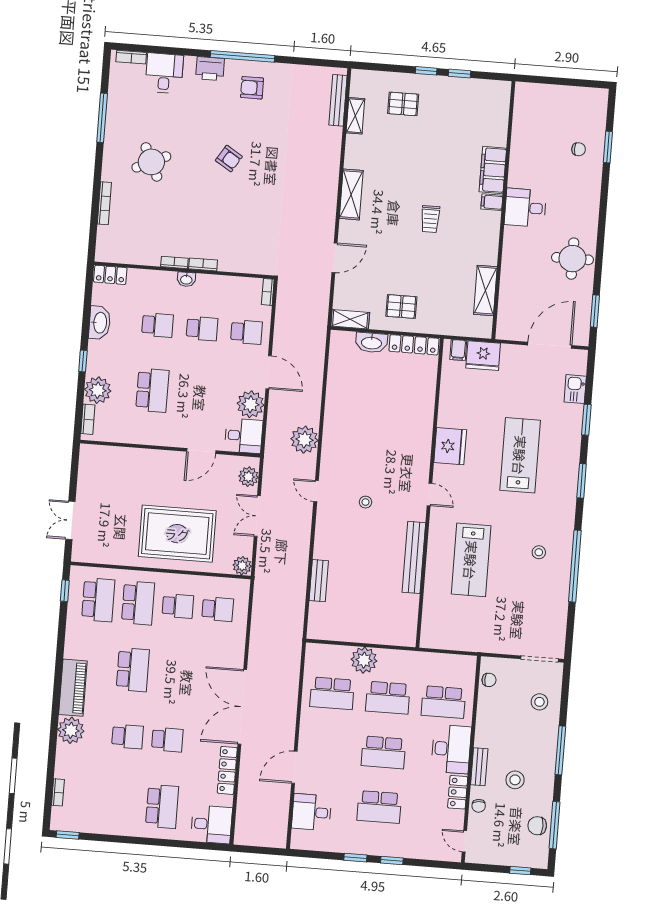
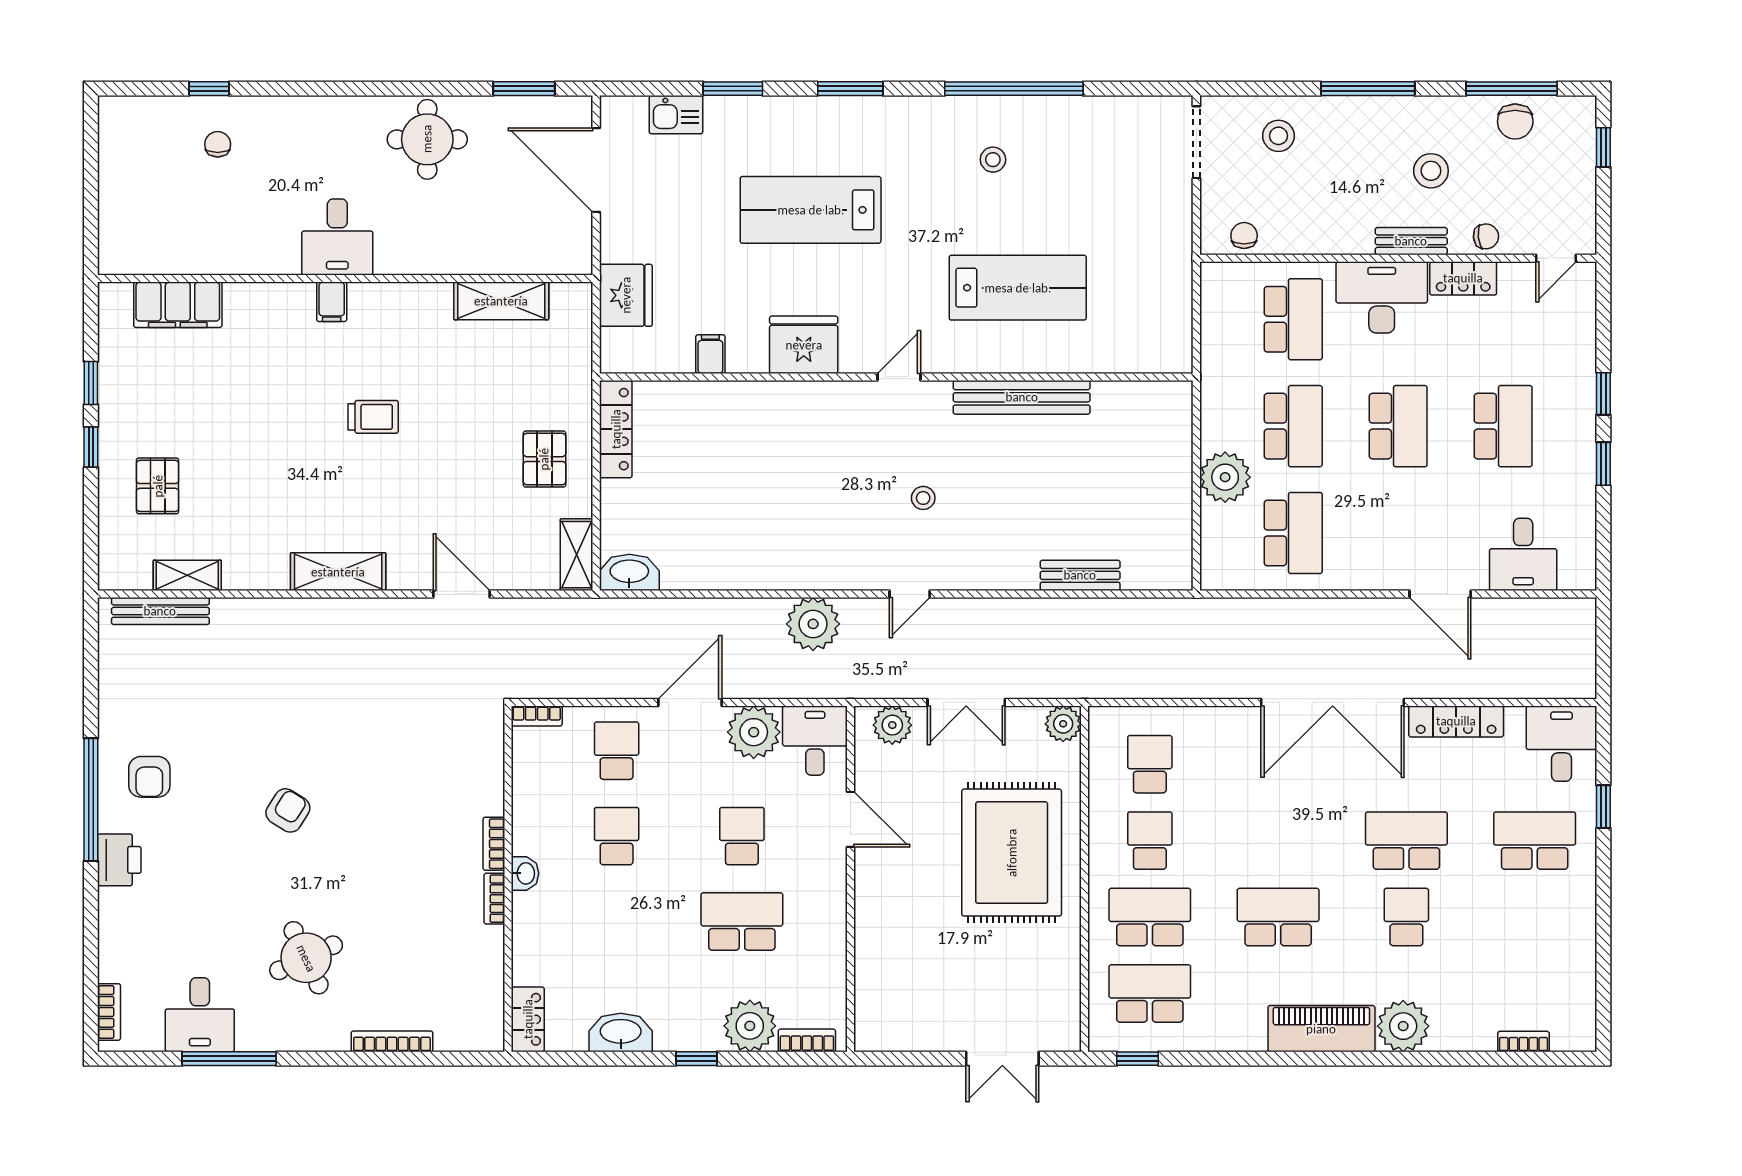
desk: (164, 73) -> (200, 1015), moved, turned -90
window: (608, 147) -> (209, 89), width x0.67
filing cabinet: (493, 170) -> (178, 305), moved
school desk: (158, 325) -> (742, 836), moved
washbasin: (372, 343) -> (629, 572), moved, turned -90
filing cabinet: (458, 350) -> (710, 354), moved, turned -90
school desk: (167, 740) -> (1406, 841), width x1.85
window: (68, 835) -> (1603, 807), moved

